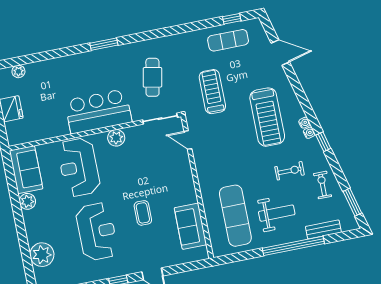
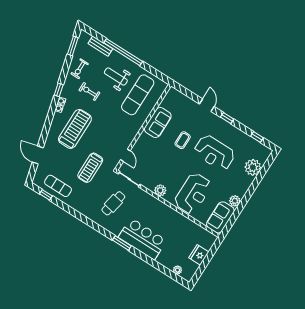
bar counter: (98, 111) -> (142, 239), moved, turned 180
sofa: (190, 226) -> (158, 123), moved
reception desk: (97, 232) -> (214, 153), turned -90

